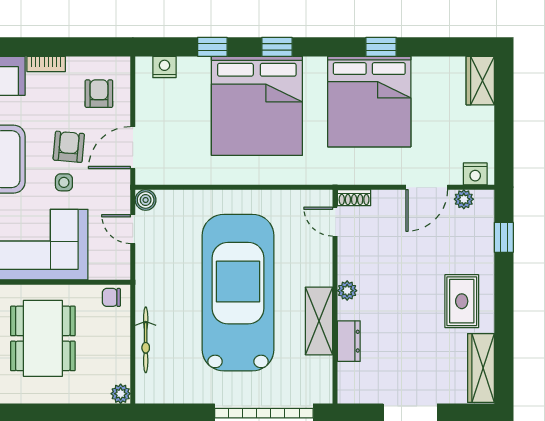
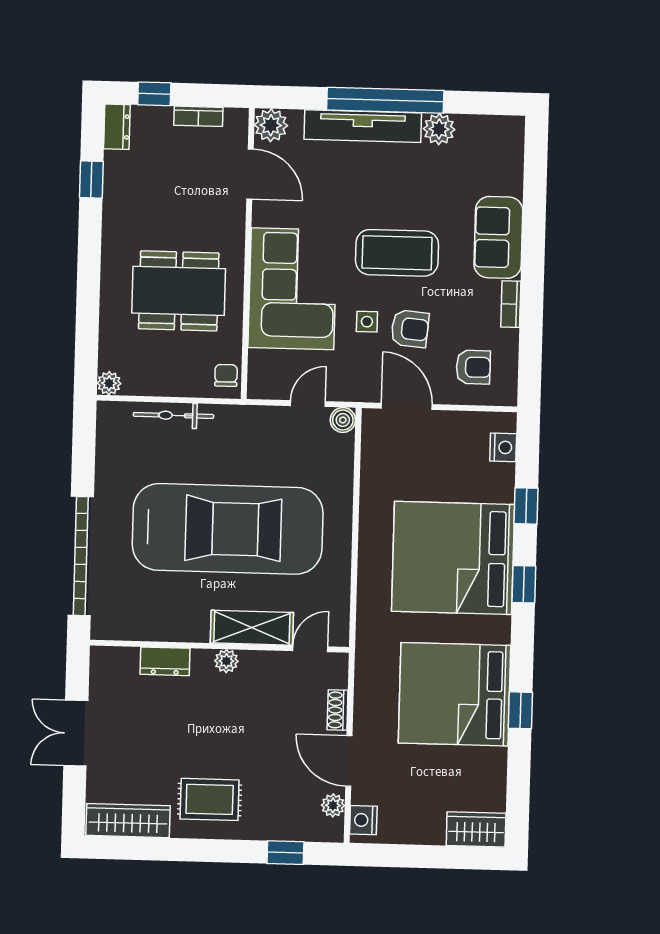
shoe rack: (354, 198) -> (338, 710), moved
shelving: (319, 321) -> (252, 628), moved

